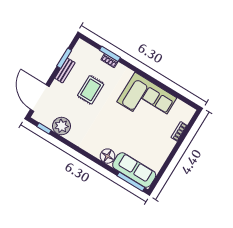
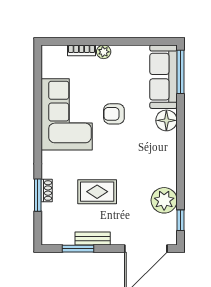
armchair: (130, 128) -> (114, 114), added
plant: (170, 144) -> (104, 52), added

